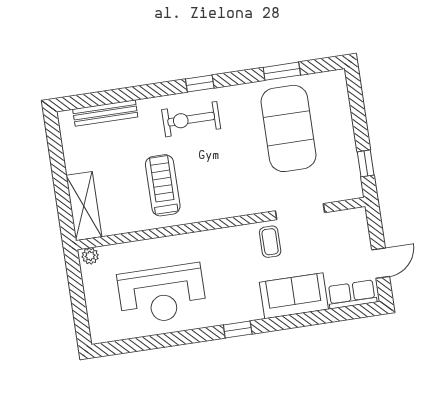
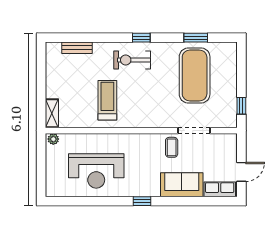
bench: (105, 113) -> (77, 48), width x0.73
shelving: (84, 206) -> (52, 113), width x0.67, depth x0.75

